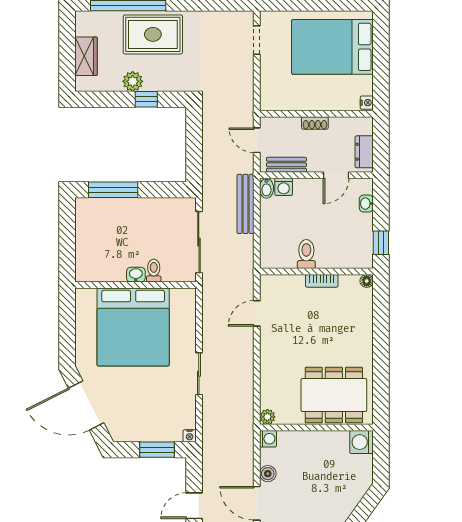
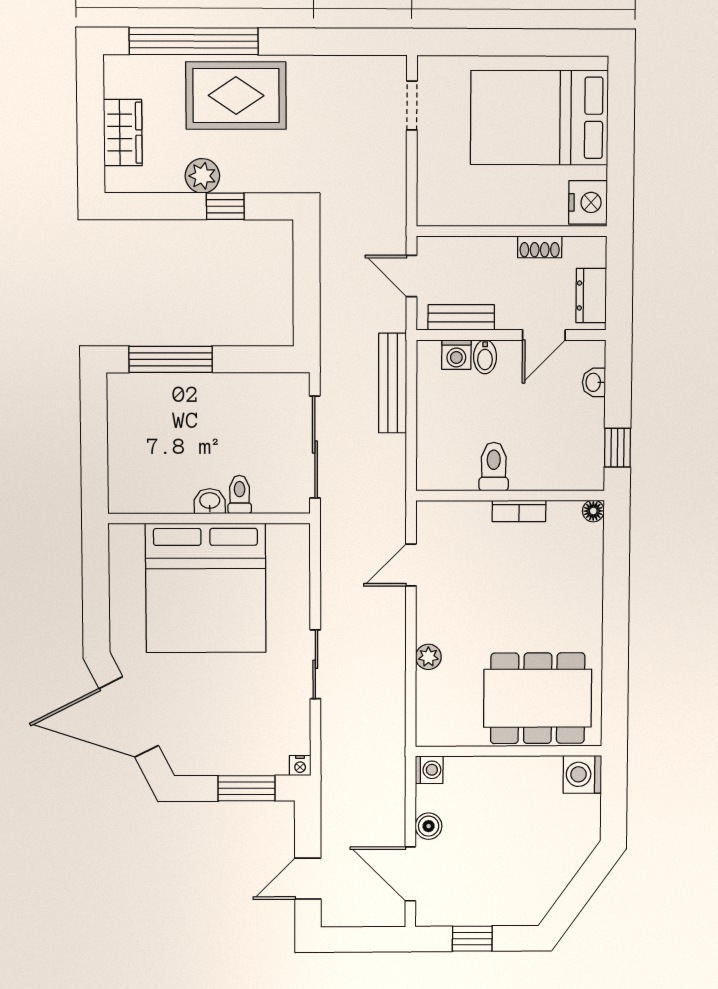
nightstand: (367, 103) -> (588, 202), width x1.89, depth x1.79
shoe rack: (315, 123) -> (540, 247), moved
bidet: (266, 188) -> (485, 357), moved
plant: (267, 417) -> (428, 657), moved

